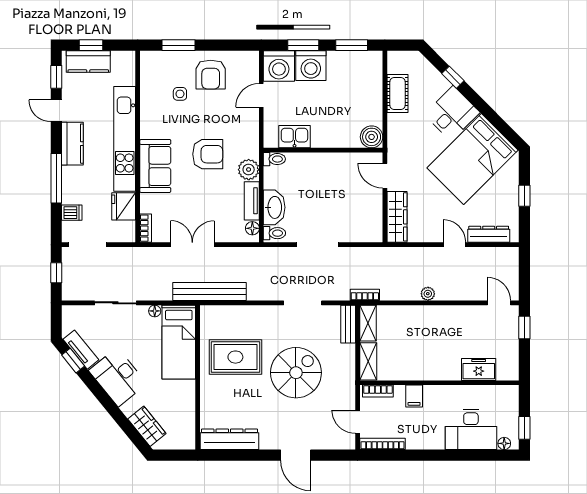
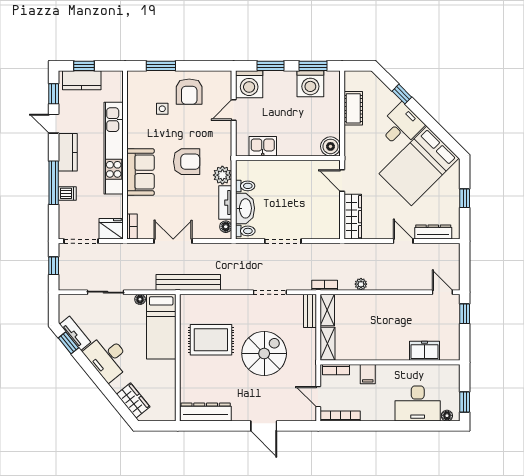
washing machine: (311, 66) -> (310, 84), moved
toilet: (274, 159) -> (245, 186), moved
fridge: (124, 206) -> (111, 229), moved, turned 90
dishwasher: (72, 213) -> (67, 193), moved
plant: (428, 294) -> (361, 284), moved

